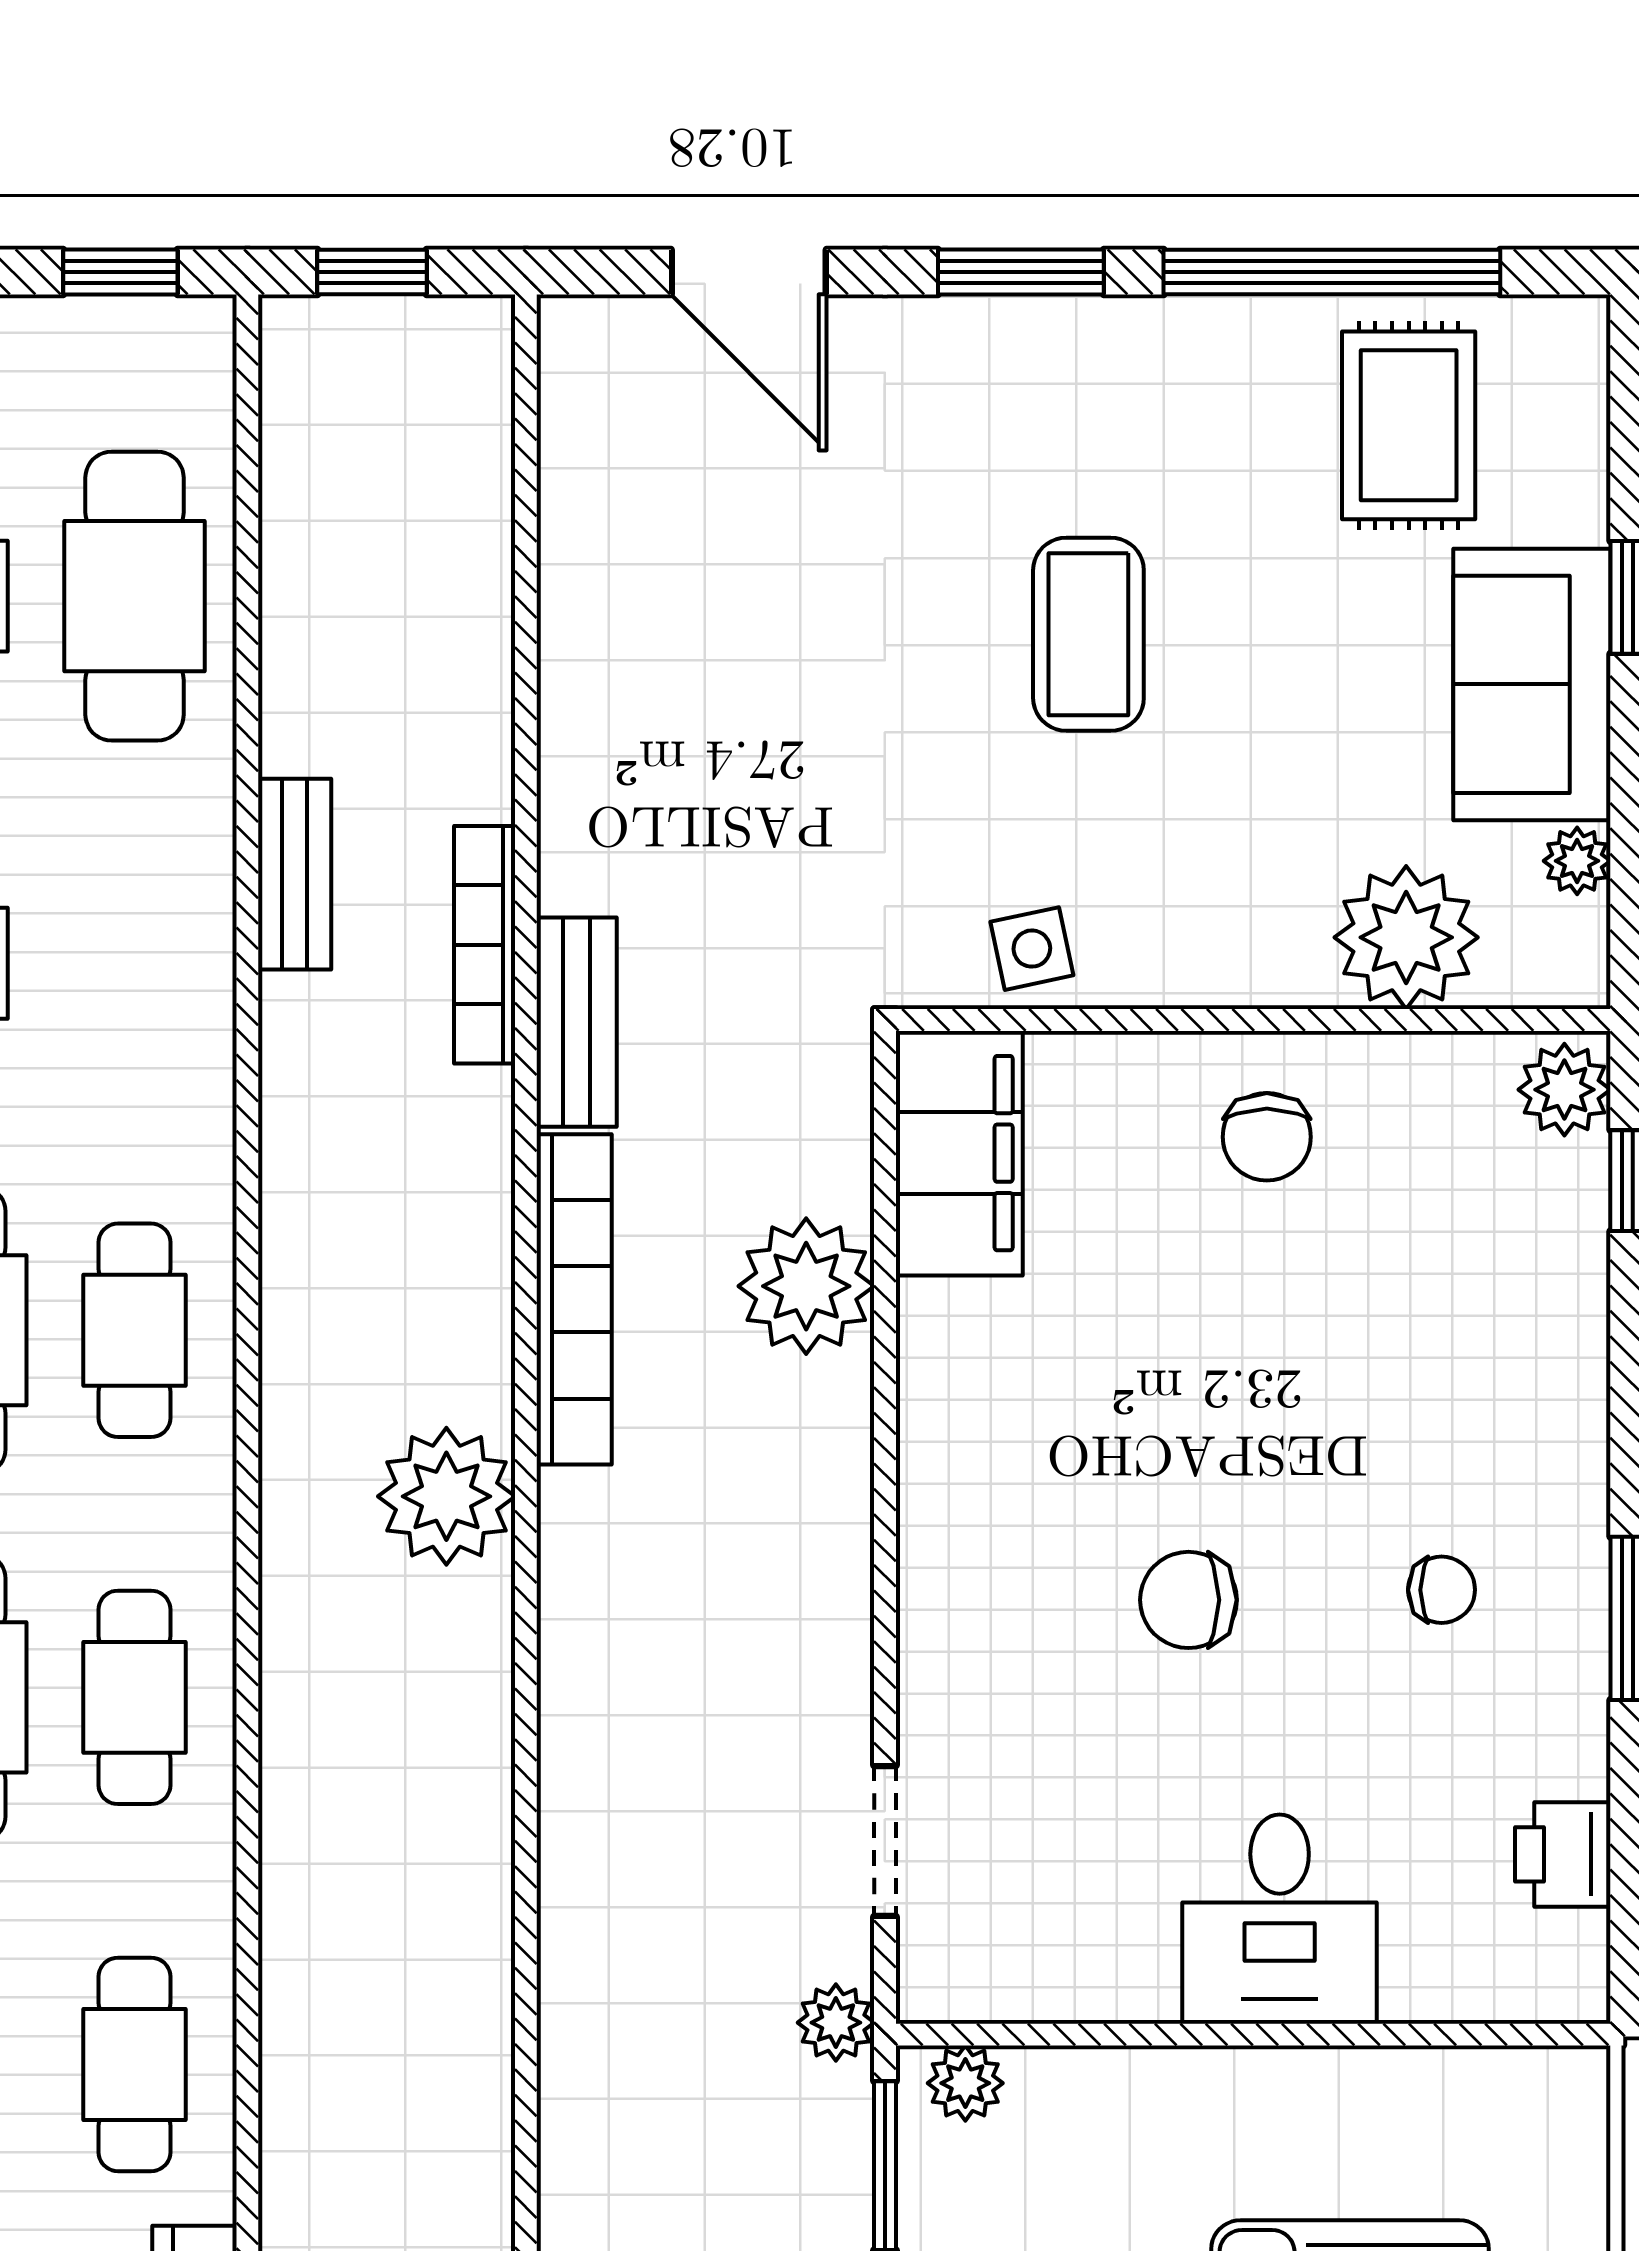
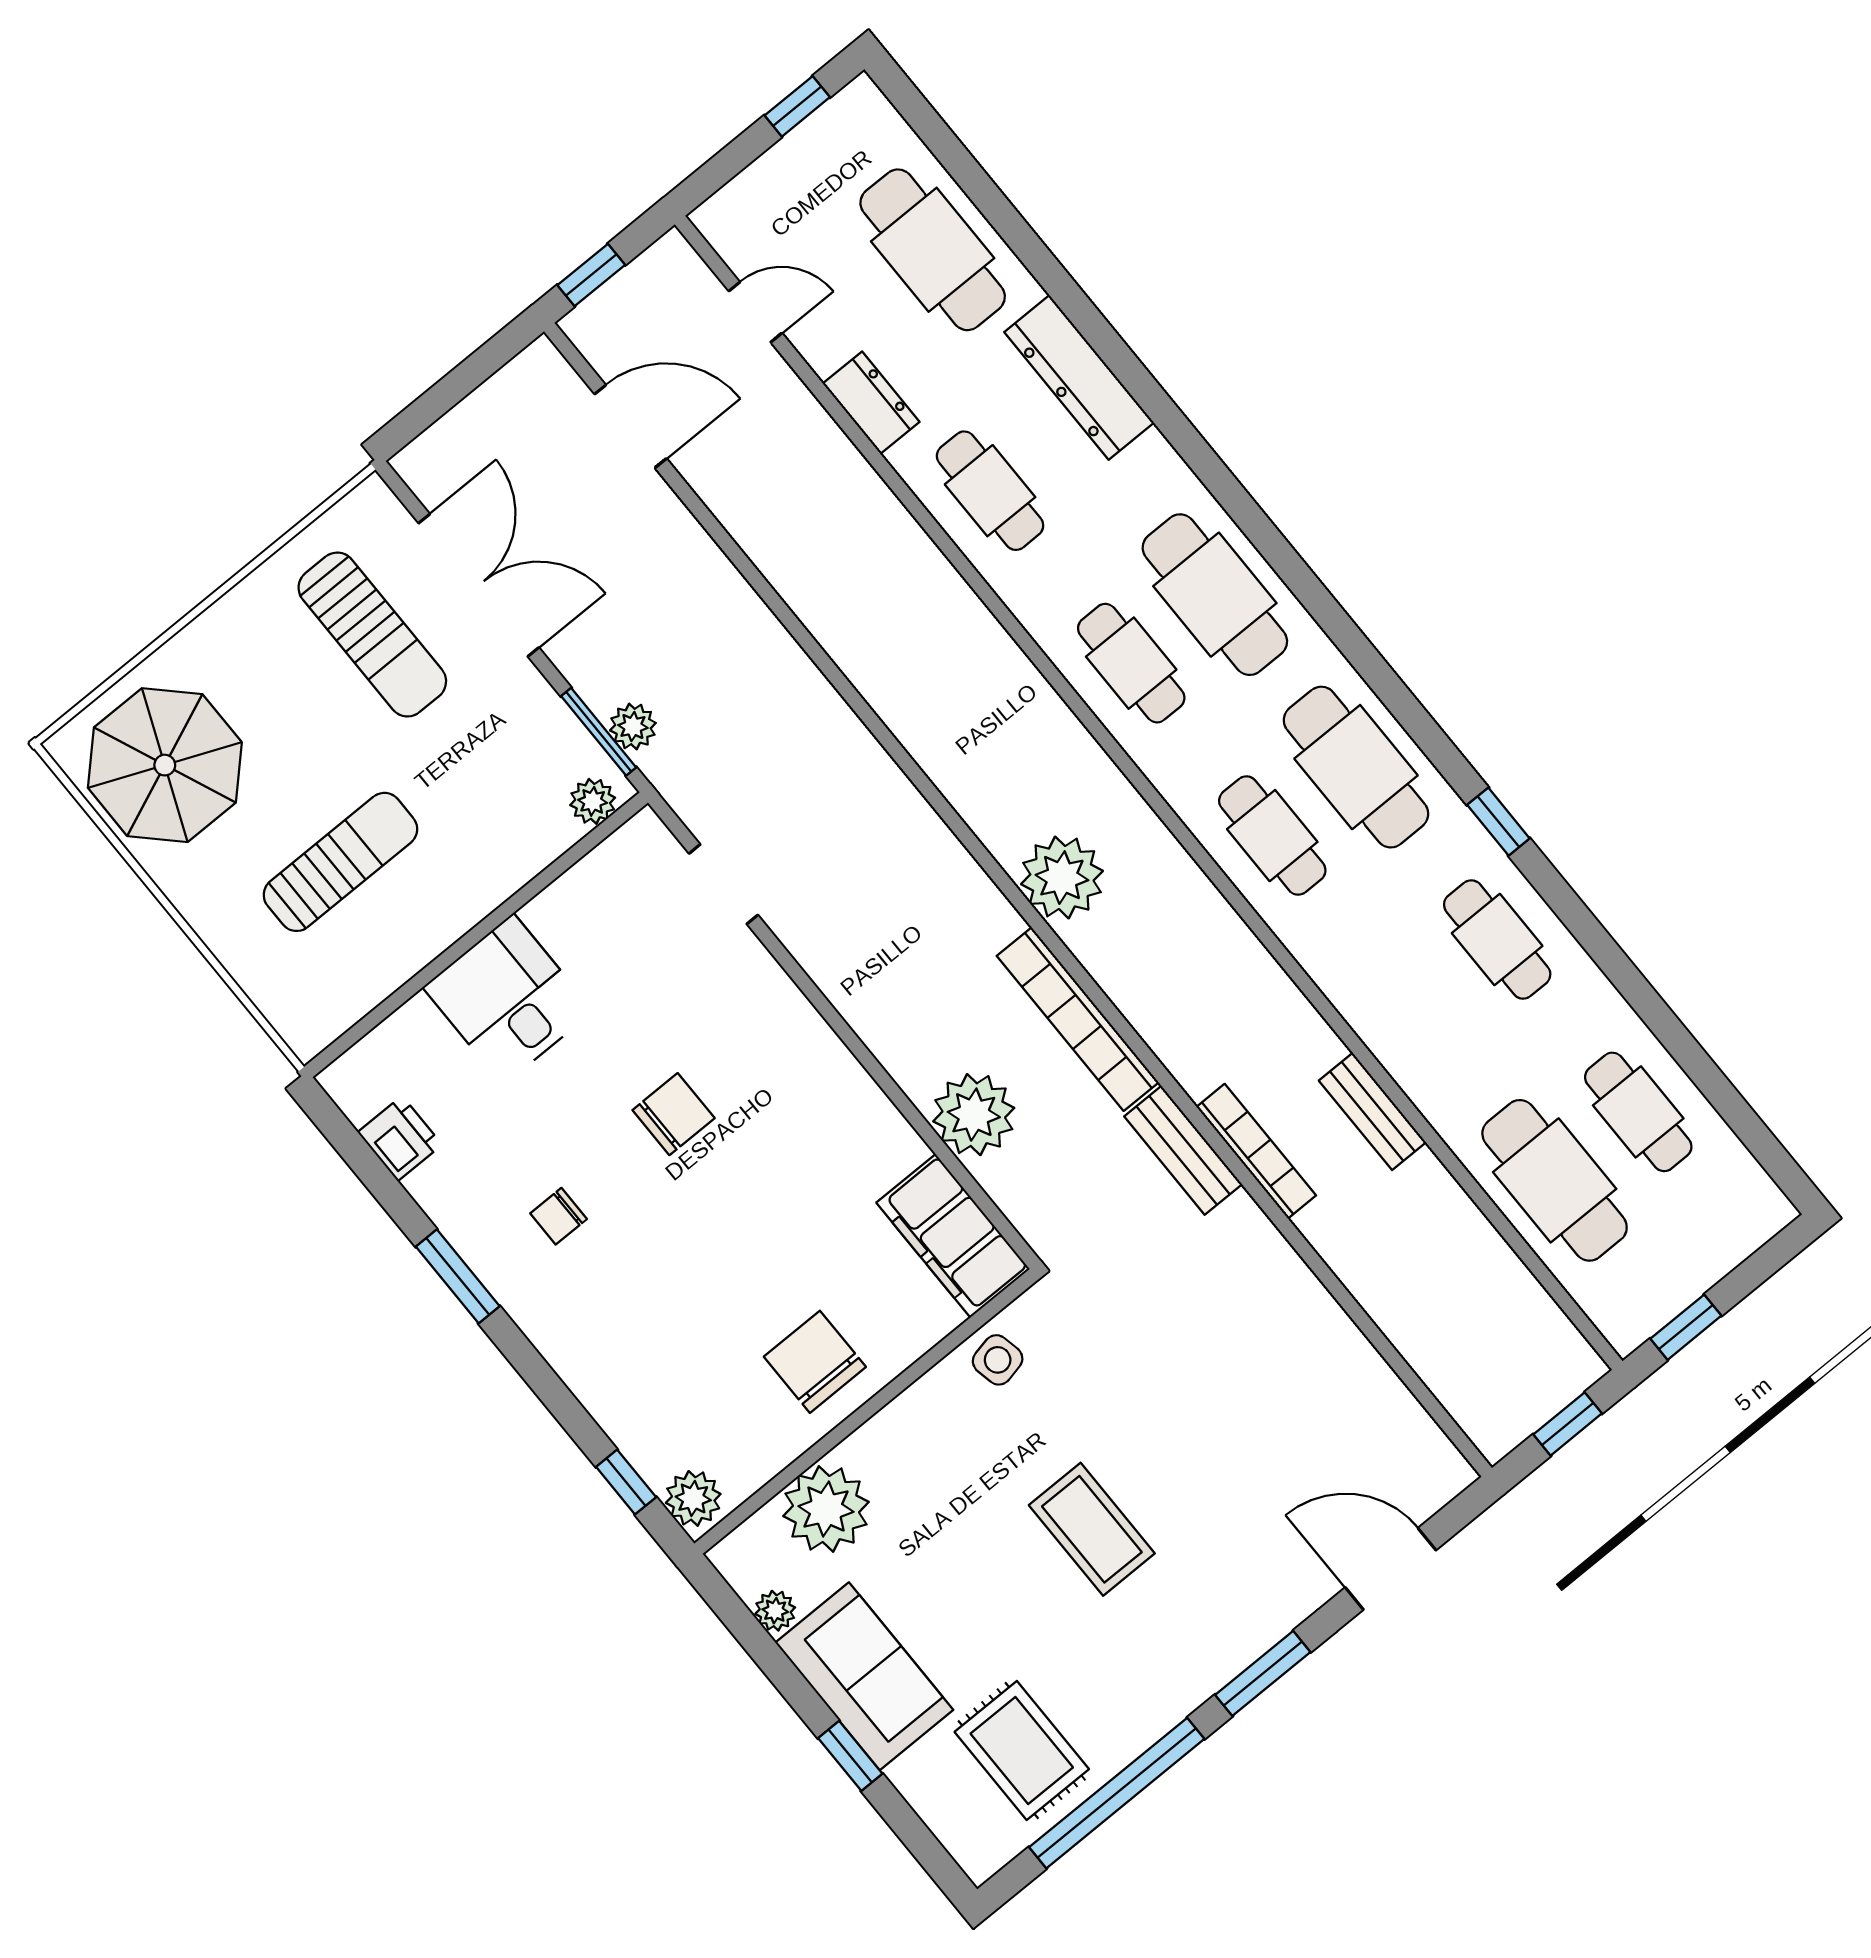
chair: (1267, 1137) -> (815, 1362), width x1.37, depth x1.37
plant: (836, 2023) -> (633, 727), moved

